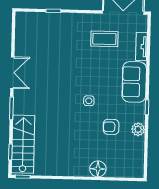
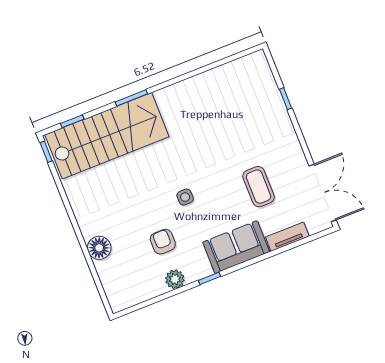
coffee table: (104, 39) -> (259, 187), moved
double door: (12, 73) -> (179, 79), removed
stairs: (23, 144) -> (107, 136), width x1.36, depth x1.51

